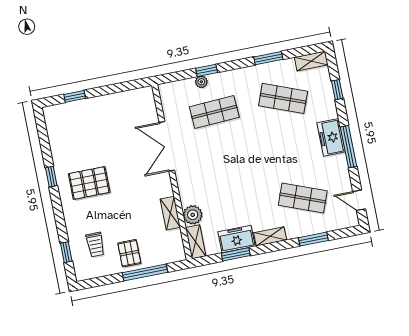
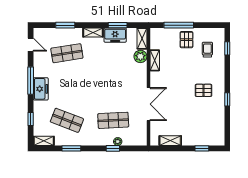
shelving: (124, 99) -> (170, 141), added
pallet: (89, 183) -> (203, 90), width x0.67, depth x0.71
shop shelf: (303, 198) -> (67, 53), turned -30

